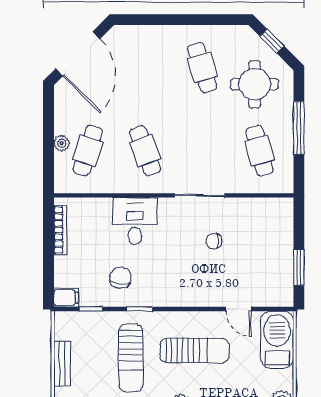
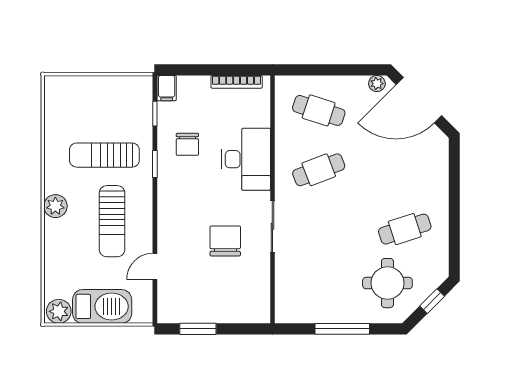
plant: (62, 143) -> (377, 84), moved
cafe table: (260, 151) -> (319, 288), removed
desk: (135, 221) -> (246, 159), width x1.37
chair: (214, 241) -> (225, 241), width x1.87, depth x1.87
chair: (120, 278) -> (187, 144), turned 82
barbecue: (277, 340) -> (102, 306), moved
bench: (62, 364) -> (98, 84), removed

